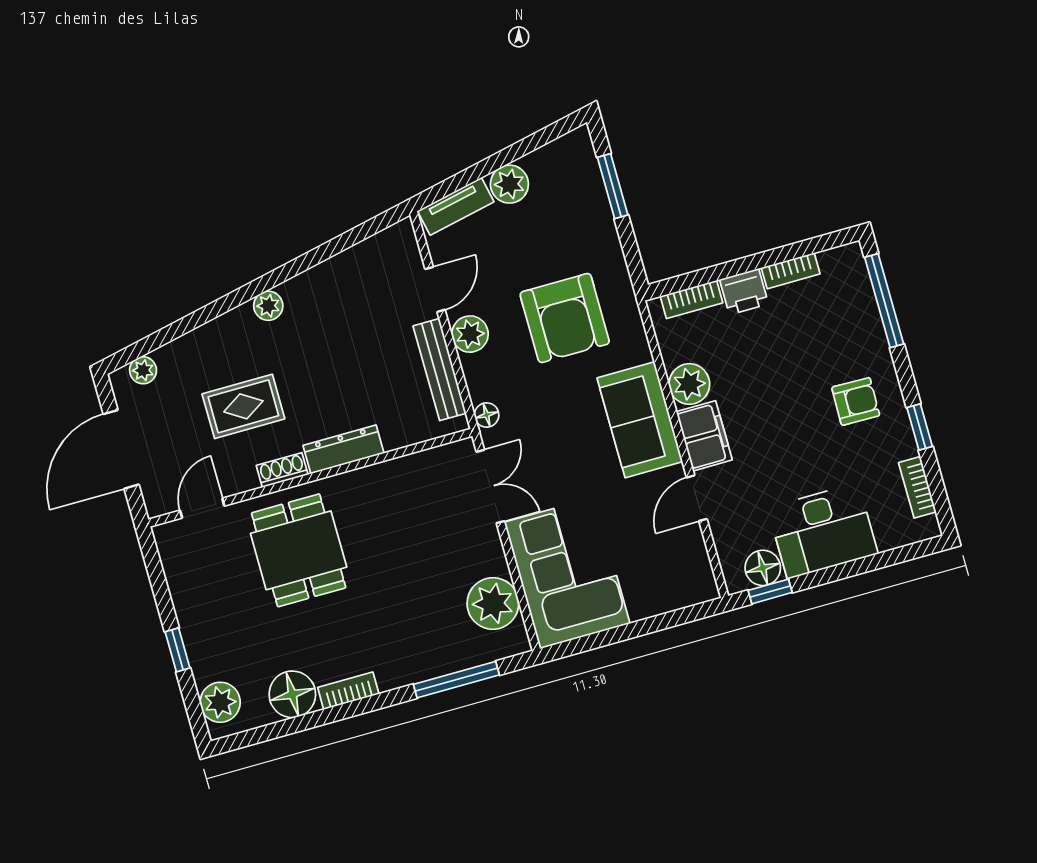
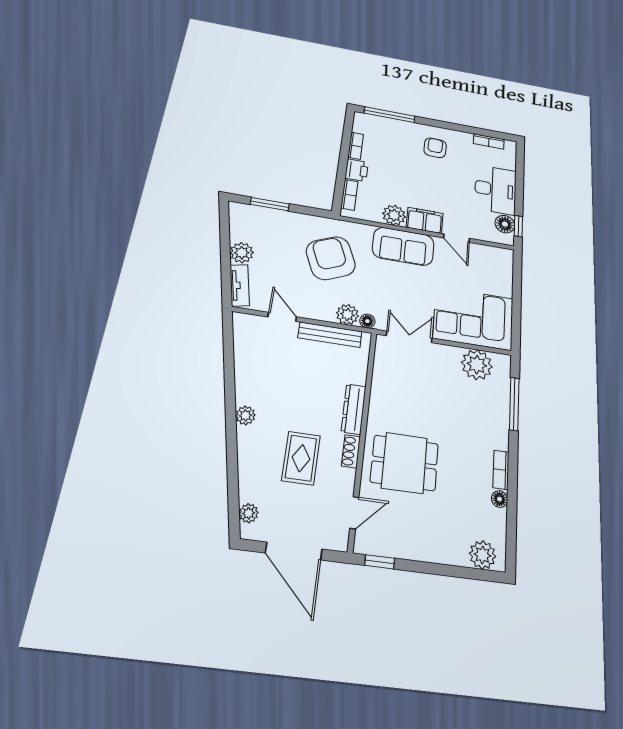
armchair: (565, 318) -> (331, 258), turned -113
plant: (470, 334) -> (347, 315), moved
window: (920, 427) -> (459, 128), removed
door: (202, 508) -> (354, 513), swing flipped
window: (177, 650) -> (380, 562), moved
floor lamp: (292, 694) -> (500, 499), width x0.53, depth x0.53

